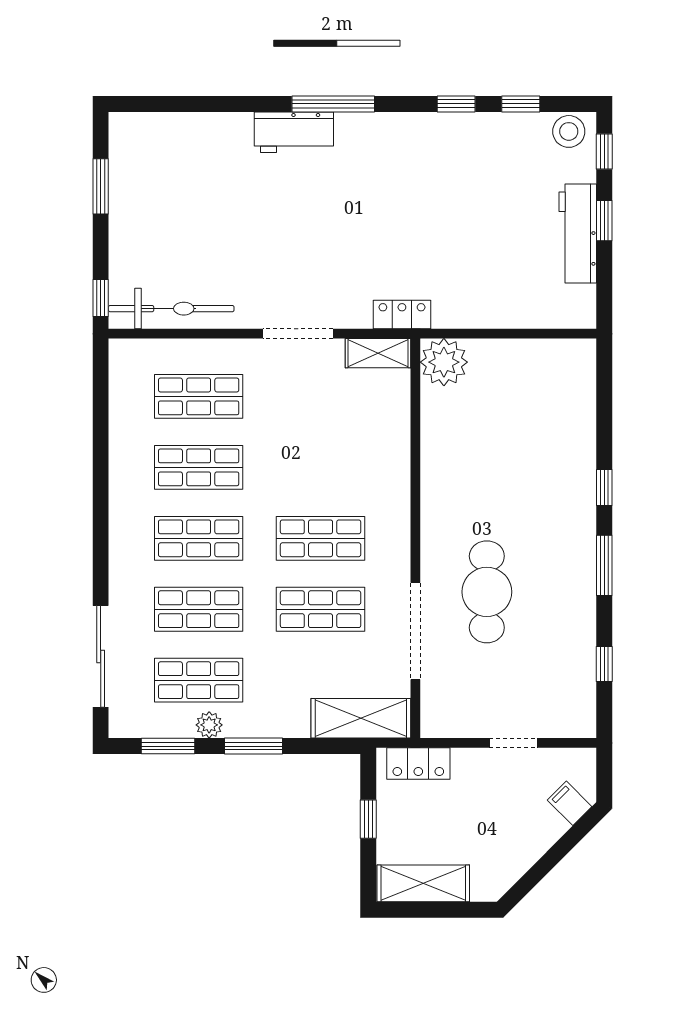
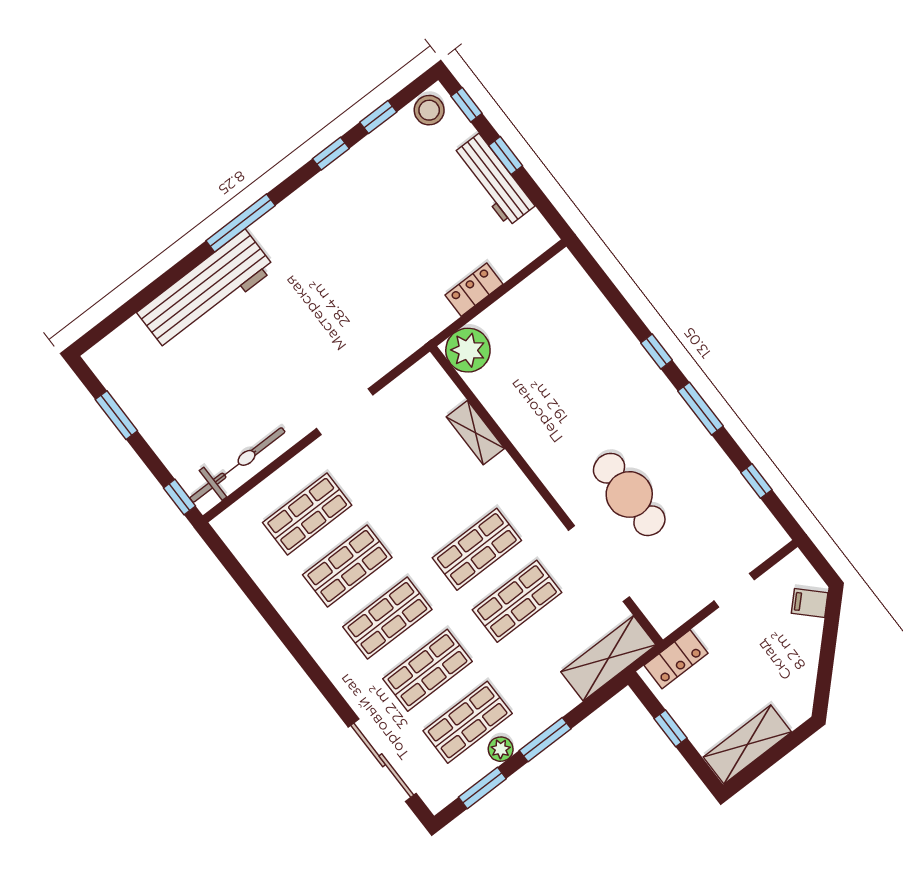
workbench: (294, 132) -> (206, 290), width x1.88, depth x1.32
locker: (402, 314) -> (474, 290), moved
shelving: (378, 353) -> (475, 433), moved, turned 90

